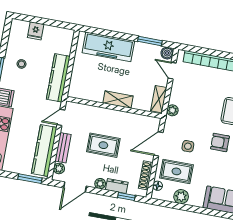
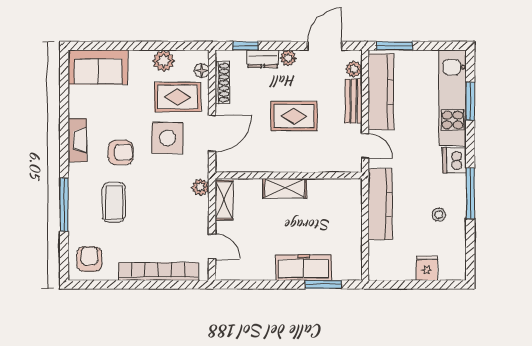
window: (150, 41) -> (323, 285), moved
freezer: (108, 47) -> (304, 268), width x0.73, depth x0.79
boiler: (167, 53) -> (224, 271), removed
door: (61, 117) -> (365, 146), hinge flipped
side table: (188, 146) -> (167, 138), width x1.87, depth x1.87

